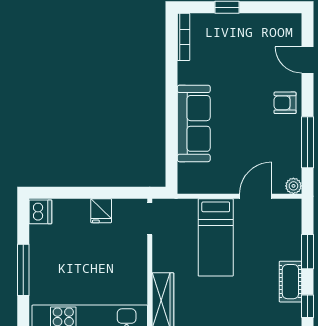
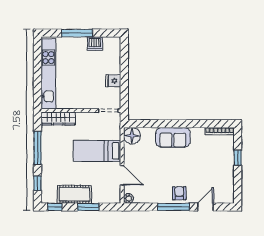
sofa: (194, 123) -> (173, 137), width x0.73
window: (307, 142) -> (174, 207), moved
floor lamp: (191, 180) -> (132, 136), added
dishwasher: (40, 212) -> (95, 44), moved
cot: (290, 282) -> (75, 194), width x1.37, depth x1.34

